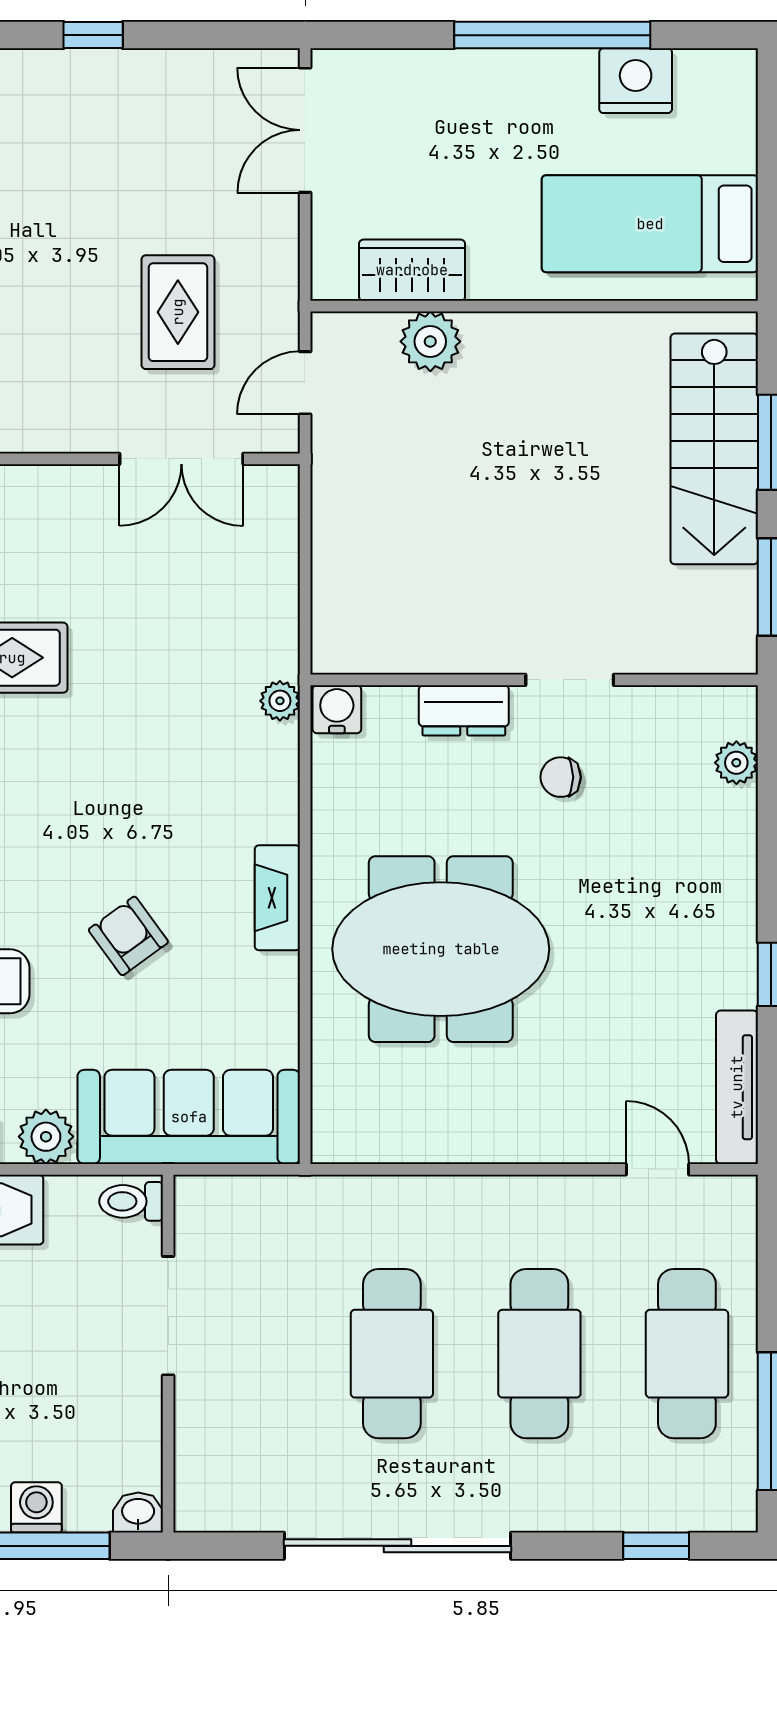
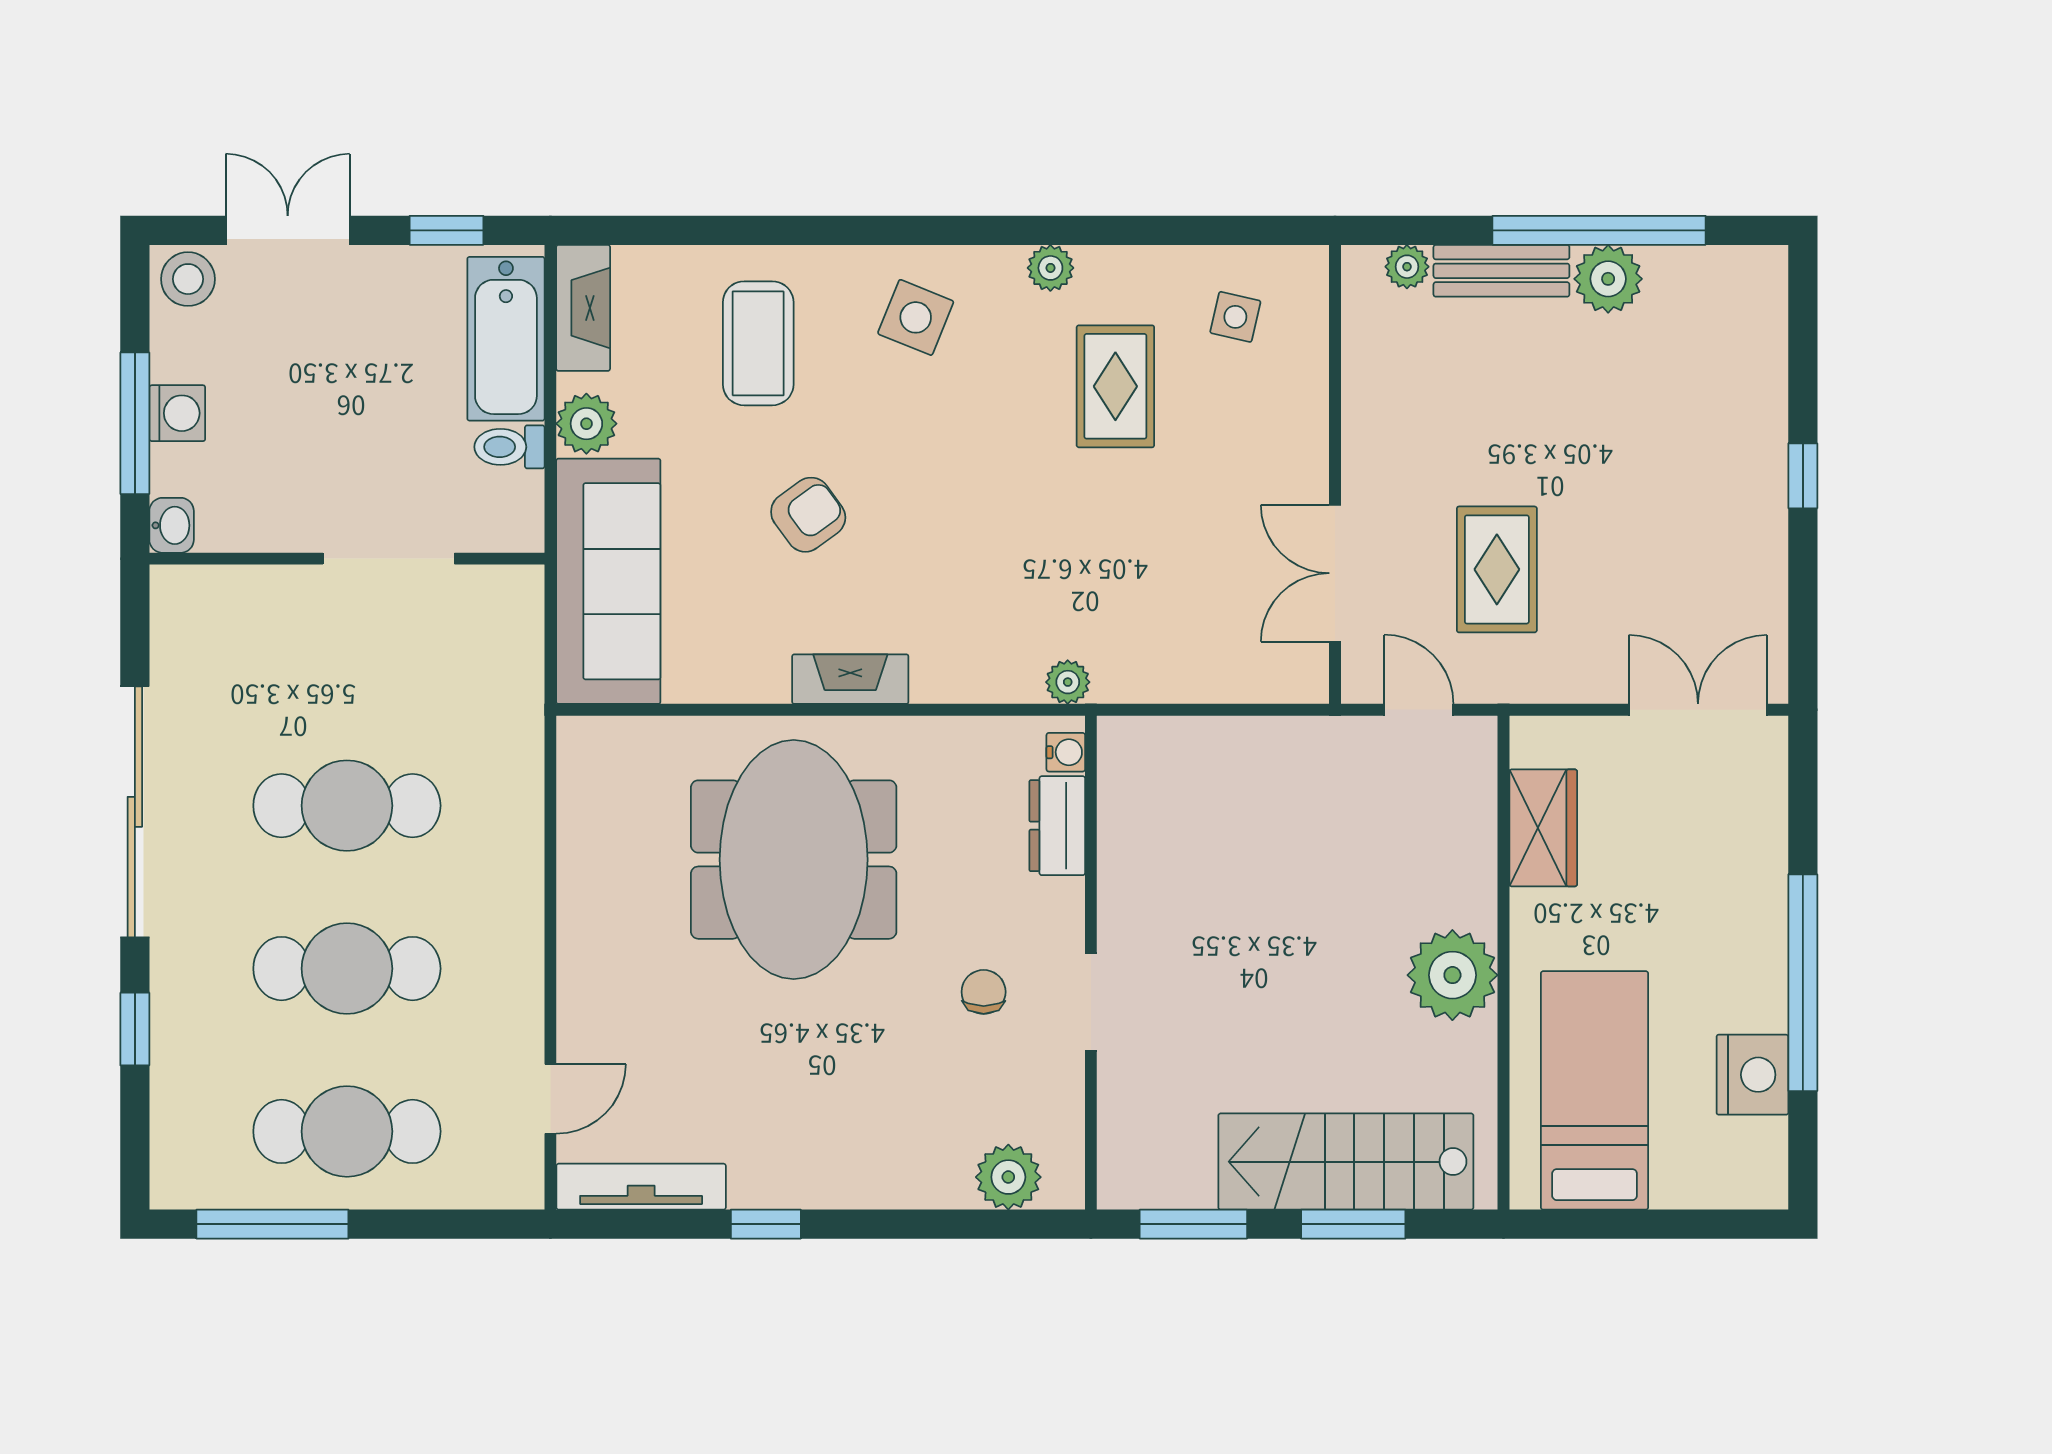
rug: (178, 312) -> (1497, 569), turned 90
plant: (430, 341) -> (1452, 975), moved, width x1.36, depth x1.36
water cooler: (337, 709) -> (1066, 752), width x0.72, depth x0.72
dresser: (464, 710) -> (1057, 826), moved
plant: (736, 763) -> (1008, 1177), width x1.38, depth x1.38
toilet: (131, 1201) -> (509, 447), moved, turned -90
window: (656, 1546) -> (135, 1029), moved

